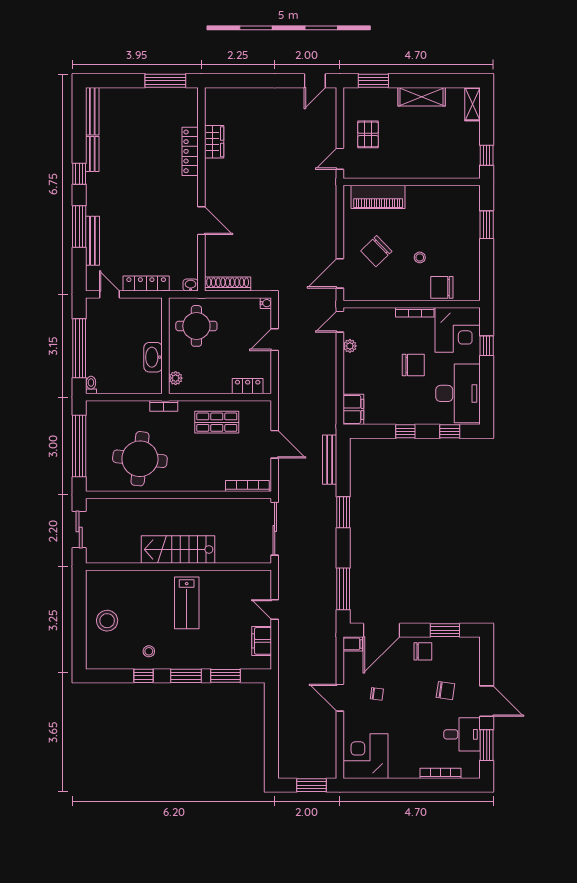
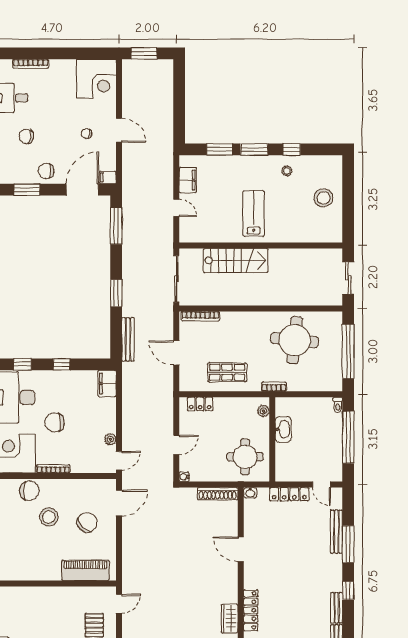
stool: (420, 257) -> (49, 517), width x1.89, depth x1.89
stairs: (178, 549) -> (236, 260), moved

